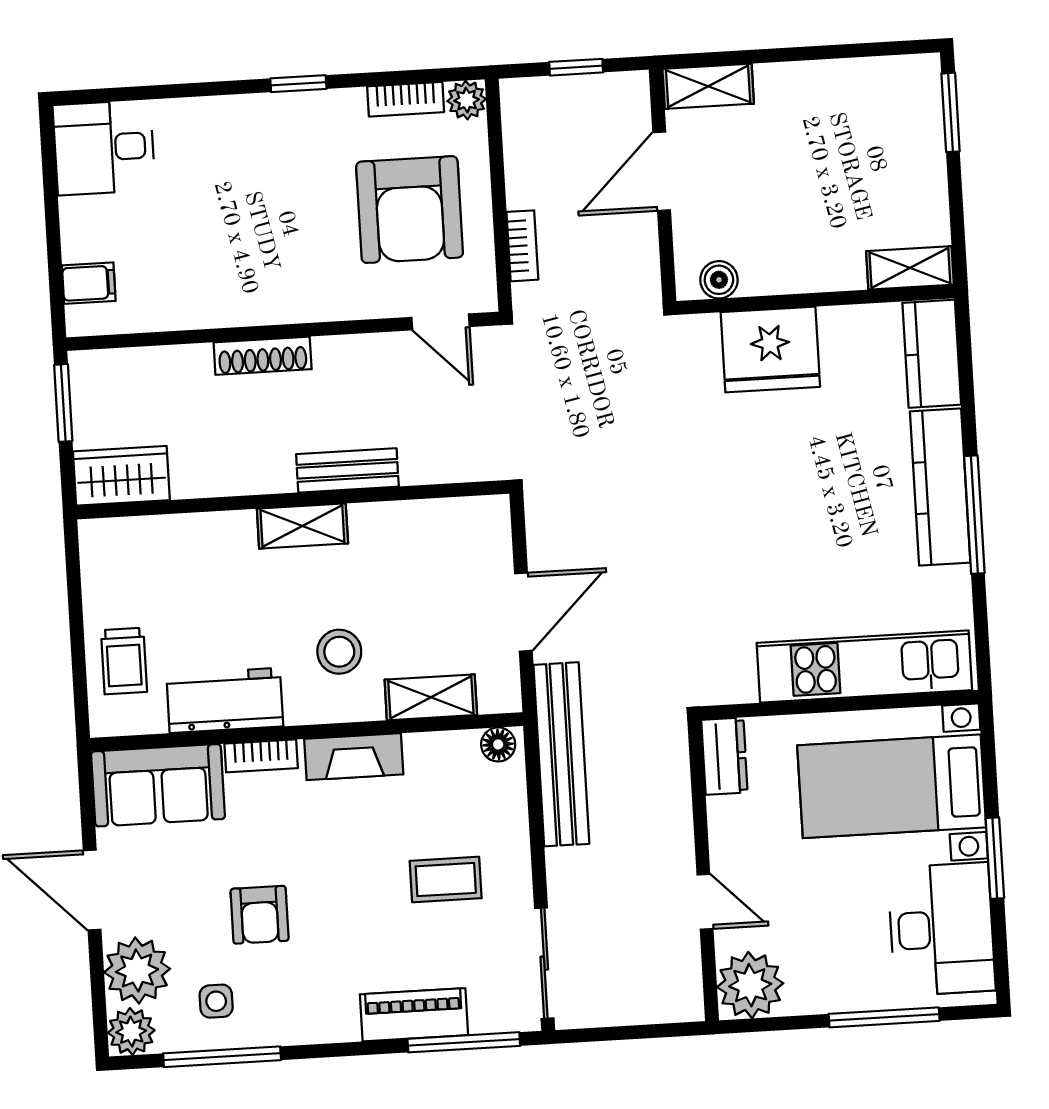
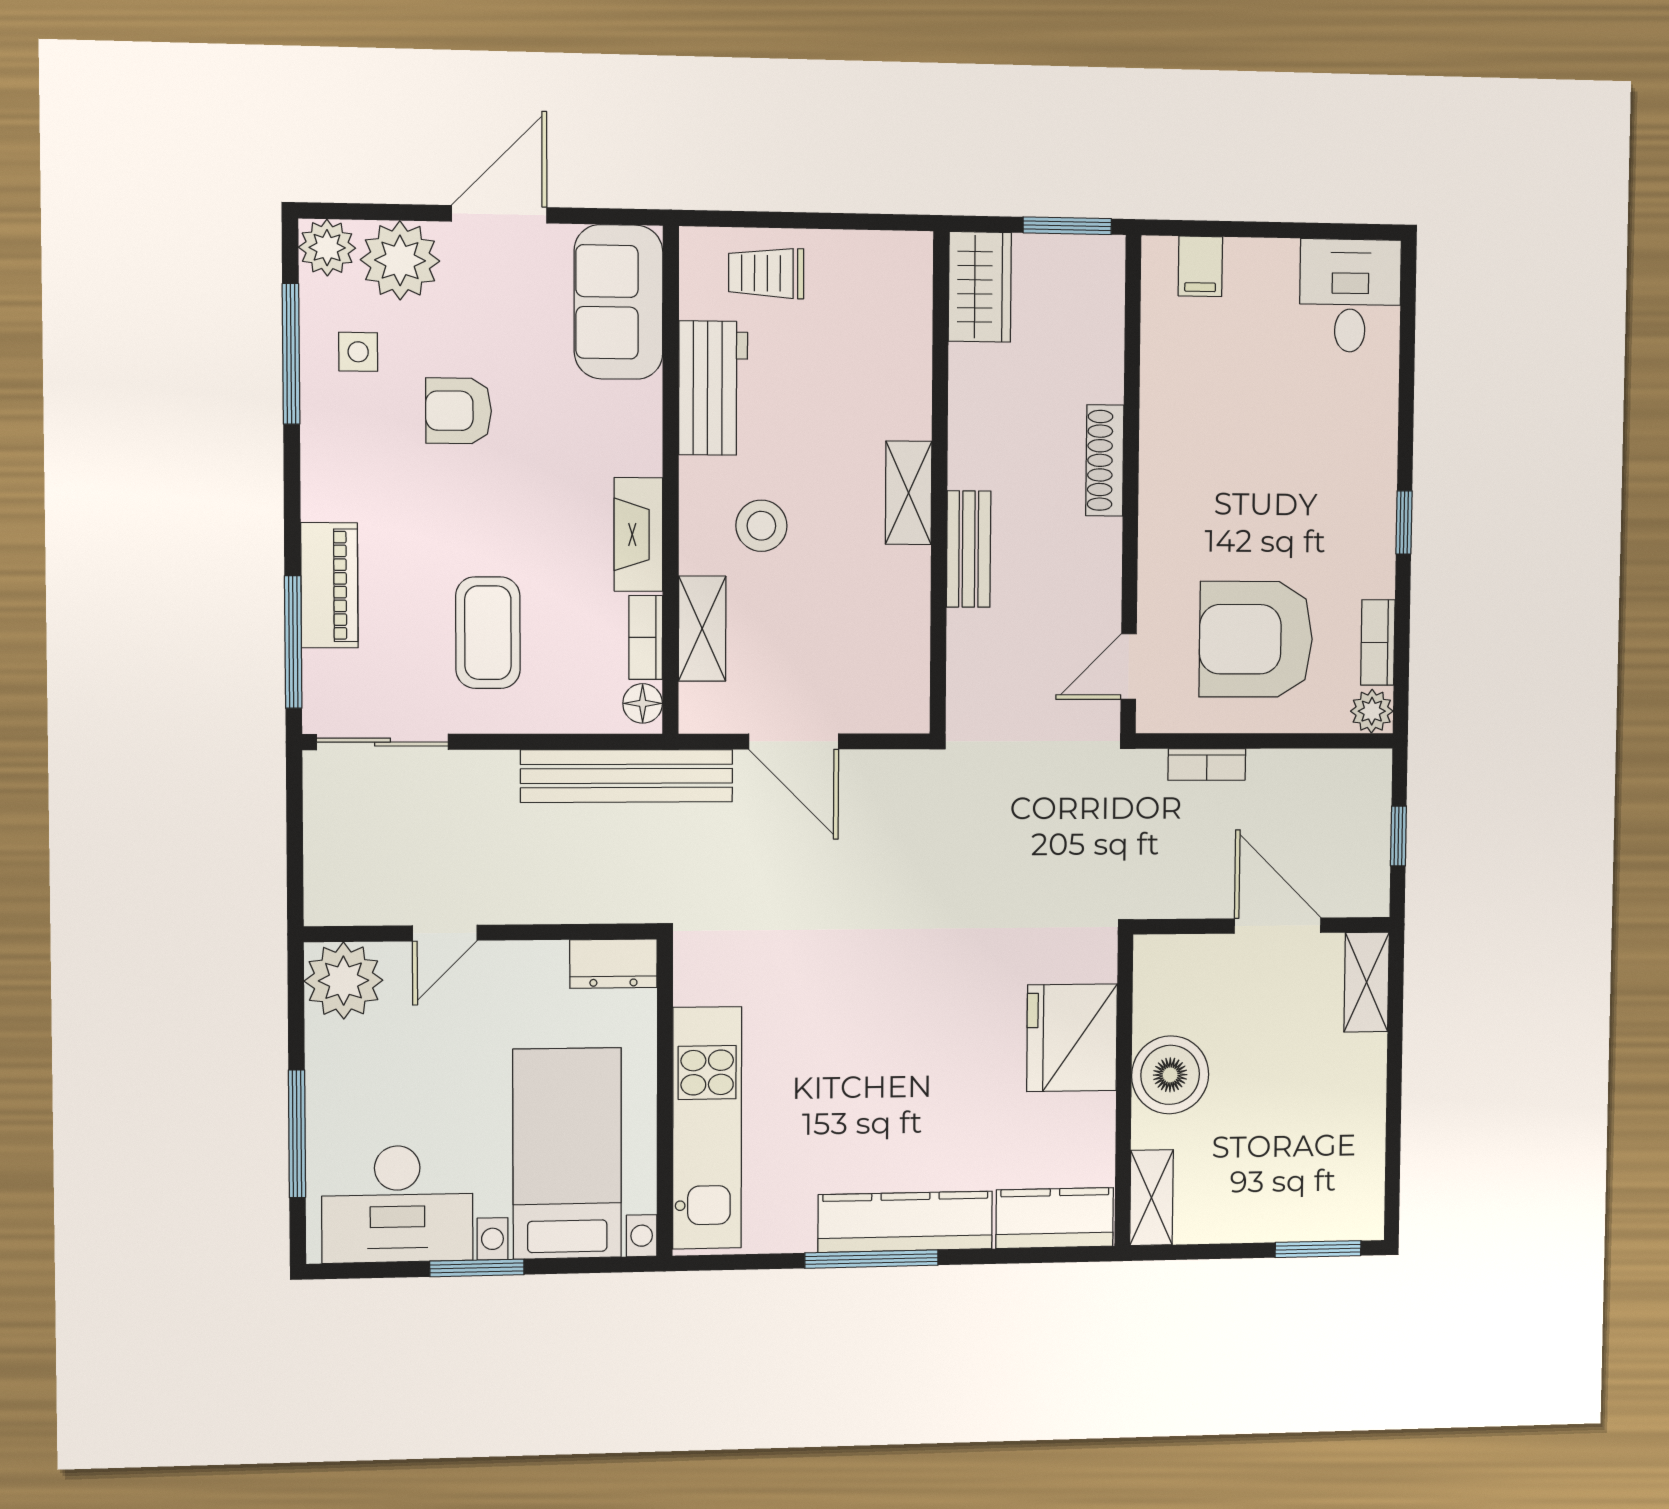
boiler: (719, 280) -> (1170, 1075), moved, width x1.86, depth x1.86
bookcase: (261, 756) -> (646, 637), moved
coffee table: (446, 880) -> (488, 633), width x1.36, depth x1.30

